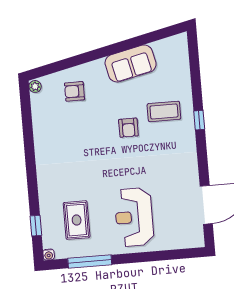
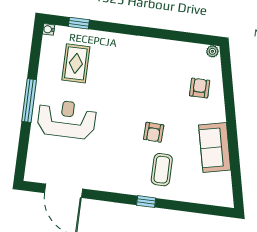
armchair: (128, 128) -> (154, 132), turned -88
rug: (77, 220) -> (76, 63), turned 90
window: (90, 262) -> (29, 100), moved

